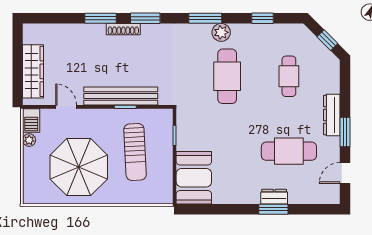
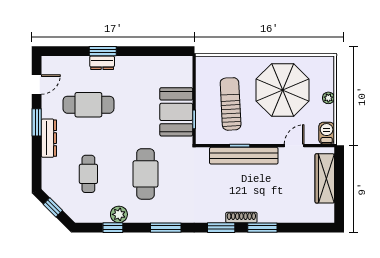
plant: (221, 32) -> (119, 214), moved
door: (66, 107) -> (294, 146), swing flipped
plant: (29, 140) -> (328, 98), moved
booth: (194, 178) -> (176, 112), moved

